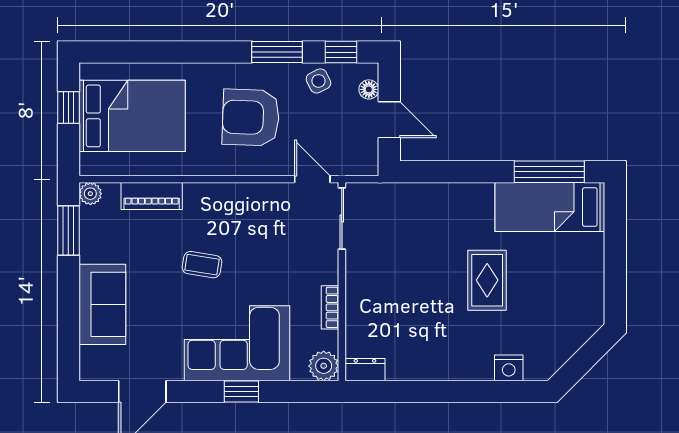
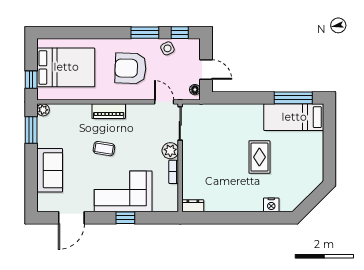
floor lamp: (369, 89) -> (195, 90), moved
window: (68, 108) -> (31, 80), moved
piano: (152, 196) -> (109, 111), moved
plant: (324, 366) -> (170, 151), moved

